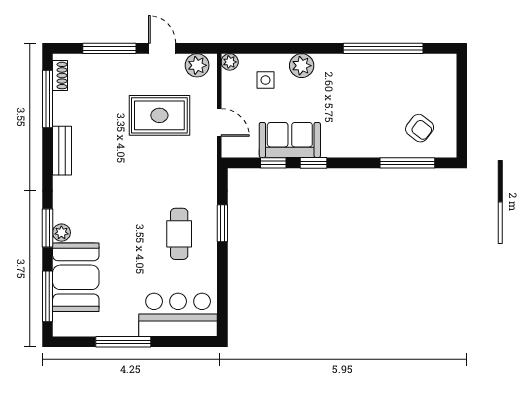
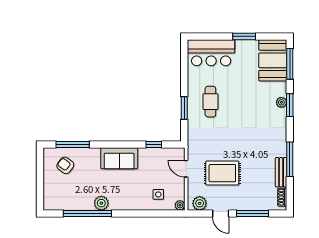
plant: (302, 66) -> (101, 203), moved
window: (48, 99) -> (290, 159), moved
sofa: (290, 140) -> (119, 158), moved
bench: (62, 151) -> (281, 172), moved
window: (314, 163) -> (129, 144), removed
booth: (76, 277) -> (273, 60), moved
window: (123, 342) -> (244, 36), width x0.69

